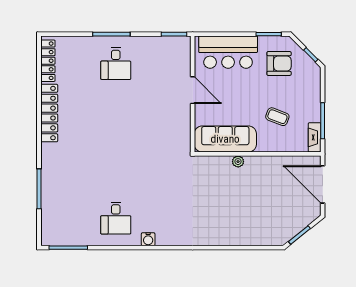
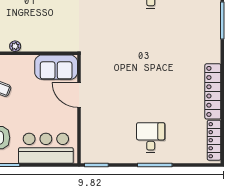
door: (193, 90) -> (79, 95), moved
sofa: (225, 139) -> (56, 67), width x0.73
plant: (238, 162) -> (15, 46), moved

